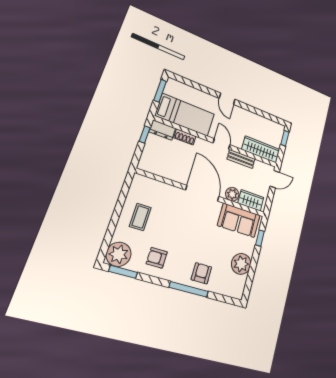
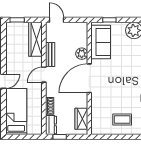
window: (160, 91) -> (20, 137), removed
bed: (185, 115) -> (16, 111), moved
wardrobe: (251, 200) -> (81, 119), moved

